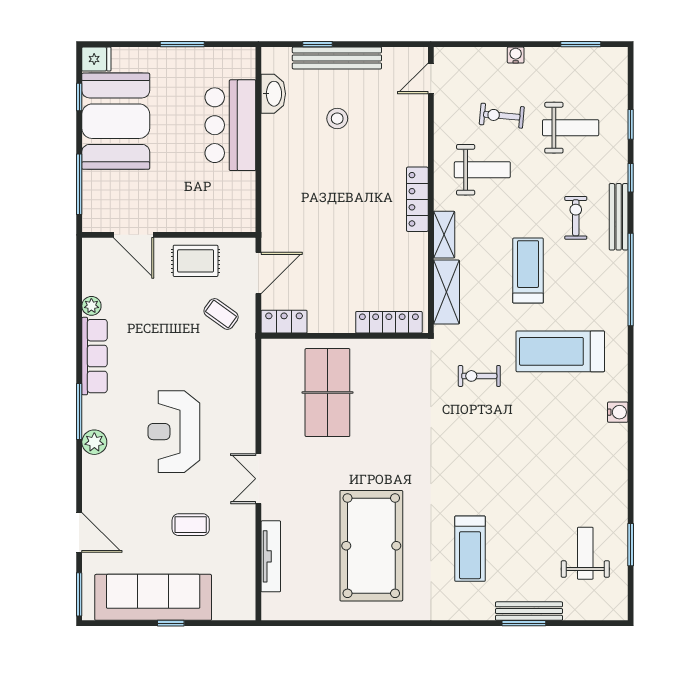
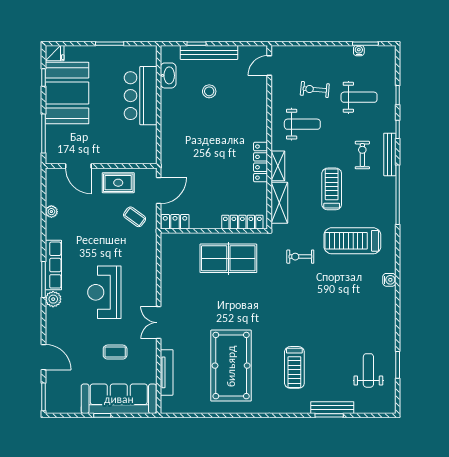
water cooler: (516, 55) -> (359, 51), moved
locker: (417, 199) -> (261, 162), moved
row of seats: (94, 356) -> (53, 265), moved
table tennis table: (327, 393) -> (228, 258), moved, turned 90
sofa: (153, 597) -> (119, 399), moved

